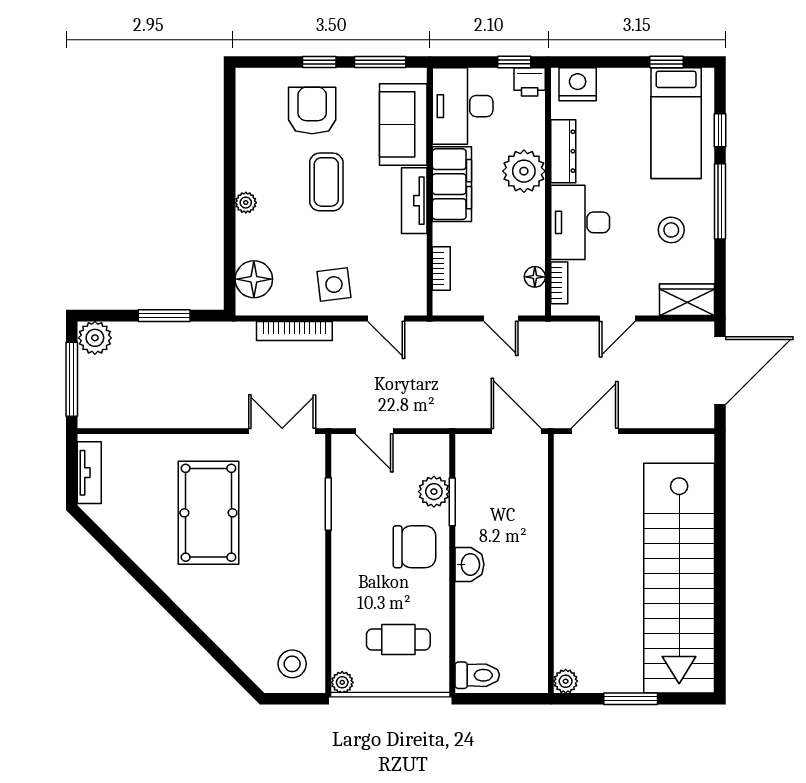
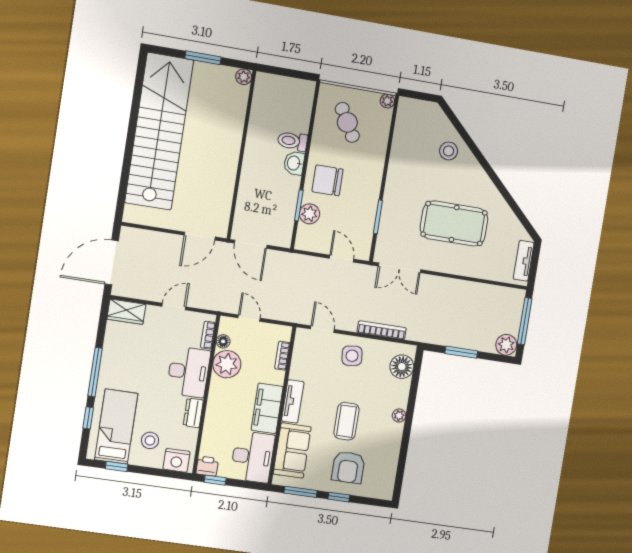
dresser: (563, 151) -> (193, 413), width x0.70
plant: (524, 171) -> (227, 364), moved
stool: (671, 230) -> (150, 440), moved
pool table: (208, 513) -> (454, 224), turned 90
cafe table: (398, 640) -> (347, 122), turned 60
stool: (292, 664) -> (449, 151), moved
toilet: (477, 675) -> (292, 141), moved

